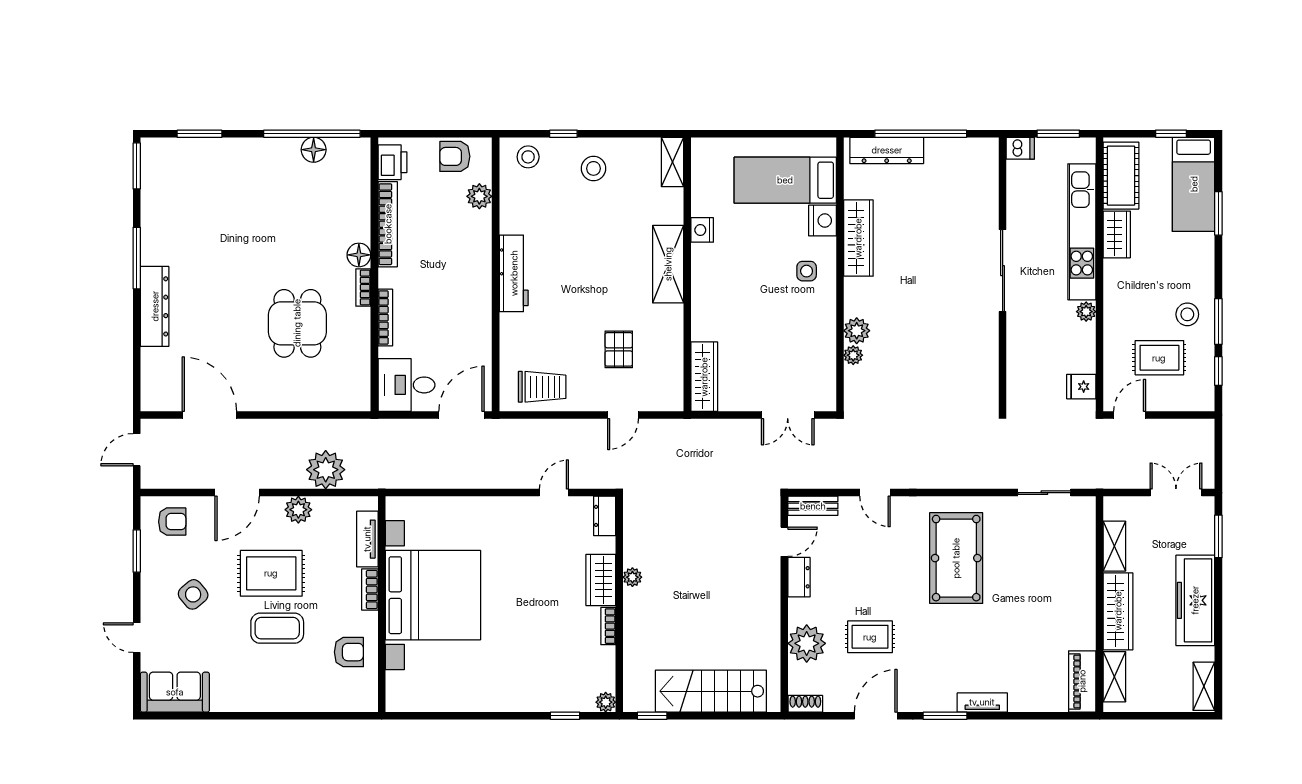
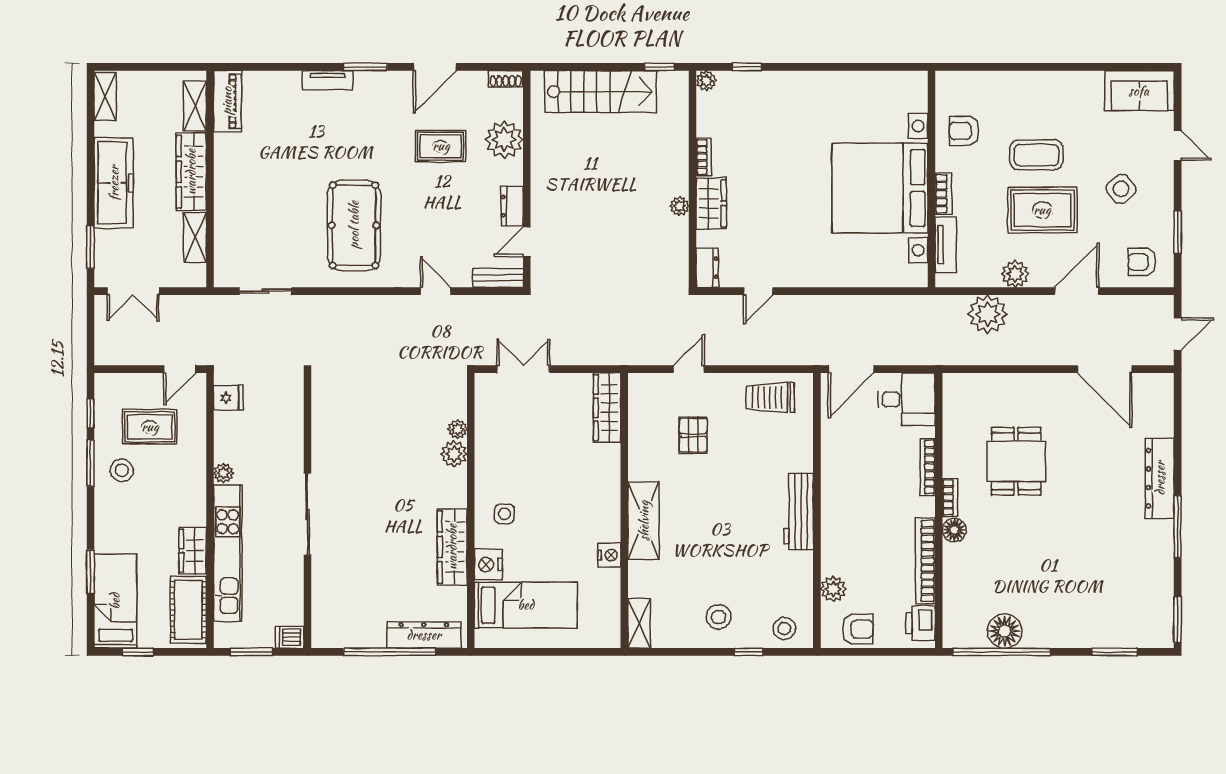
floor lamp: (314, 150) -> (1005, 631), width x1.38, depth x1.38

